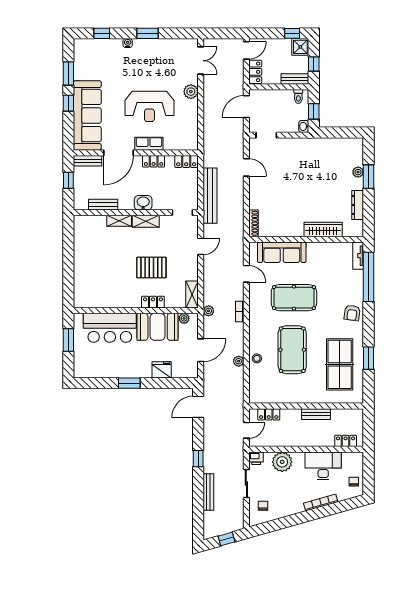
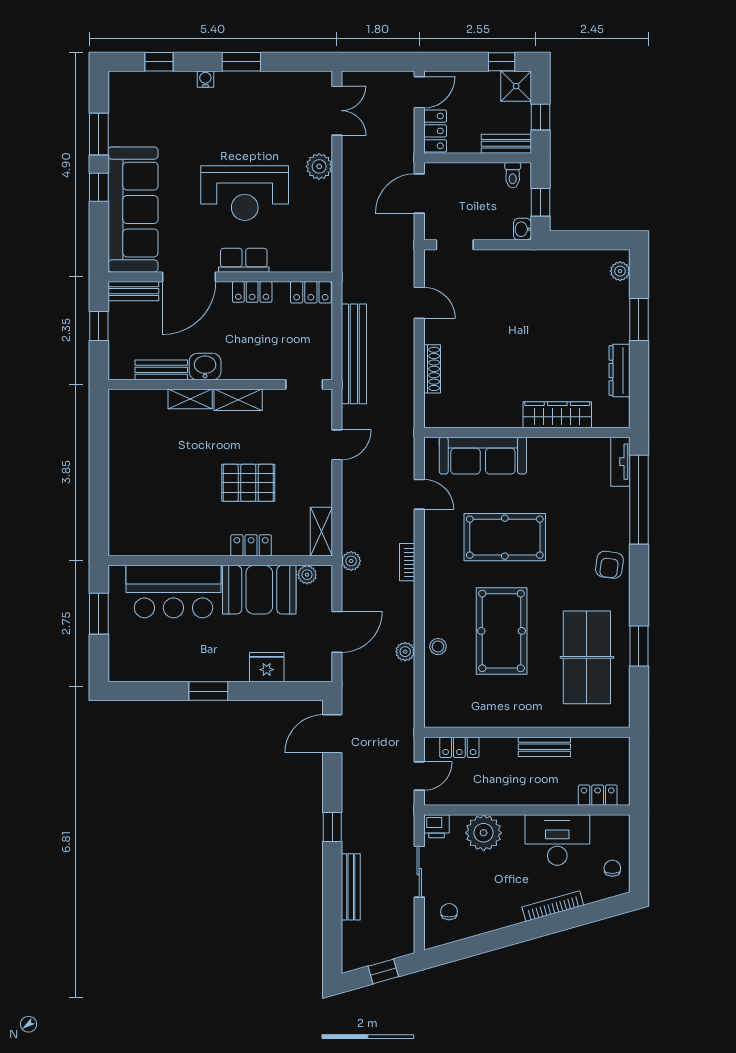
plant: (358, 172) -> (620, 271), moved
washbasin: (143, 203) -> (205, 367), moved
shoe rack: (254, 223) -> (432, 369), moved

